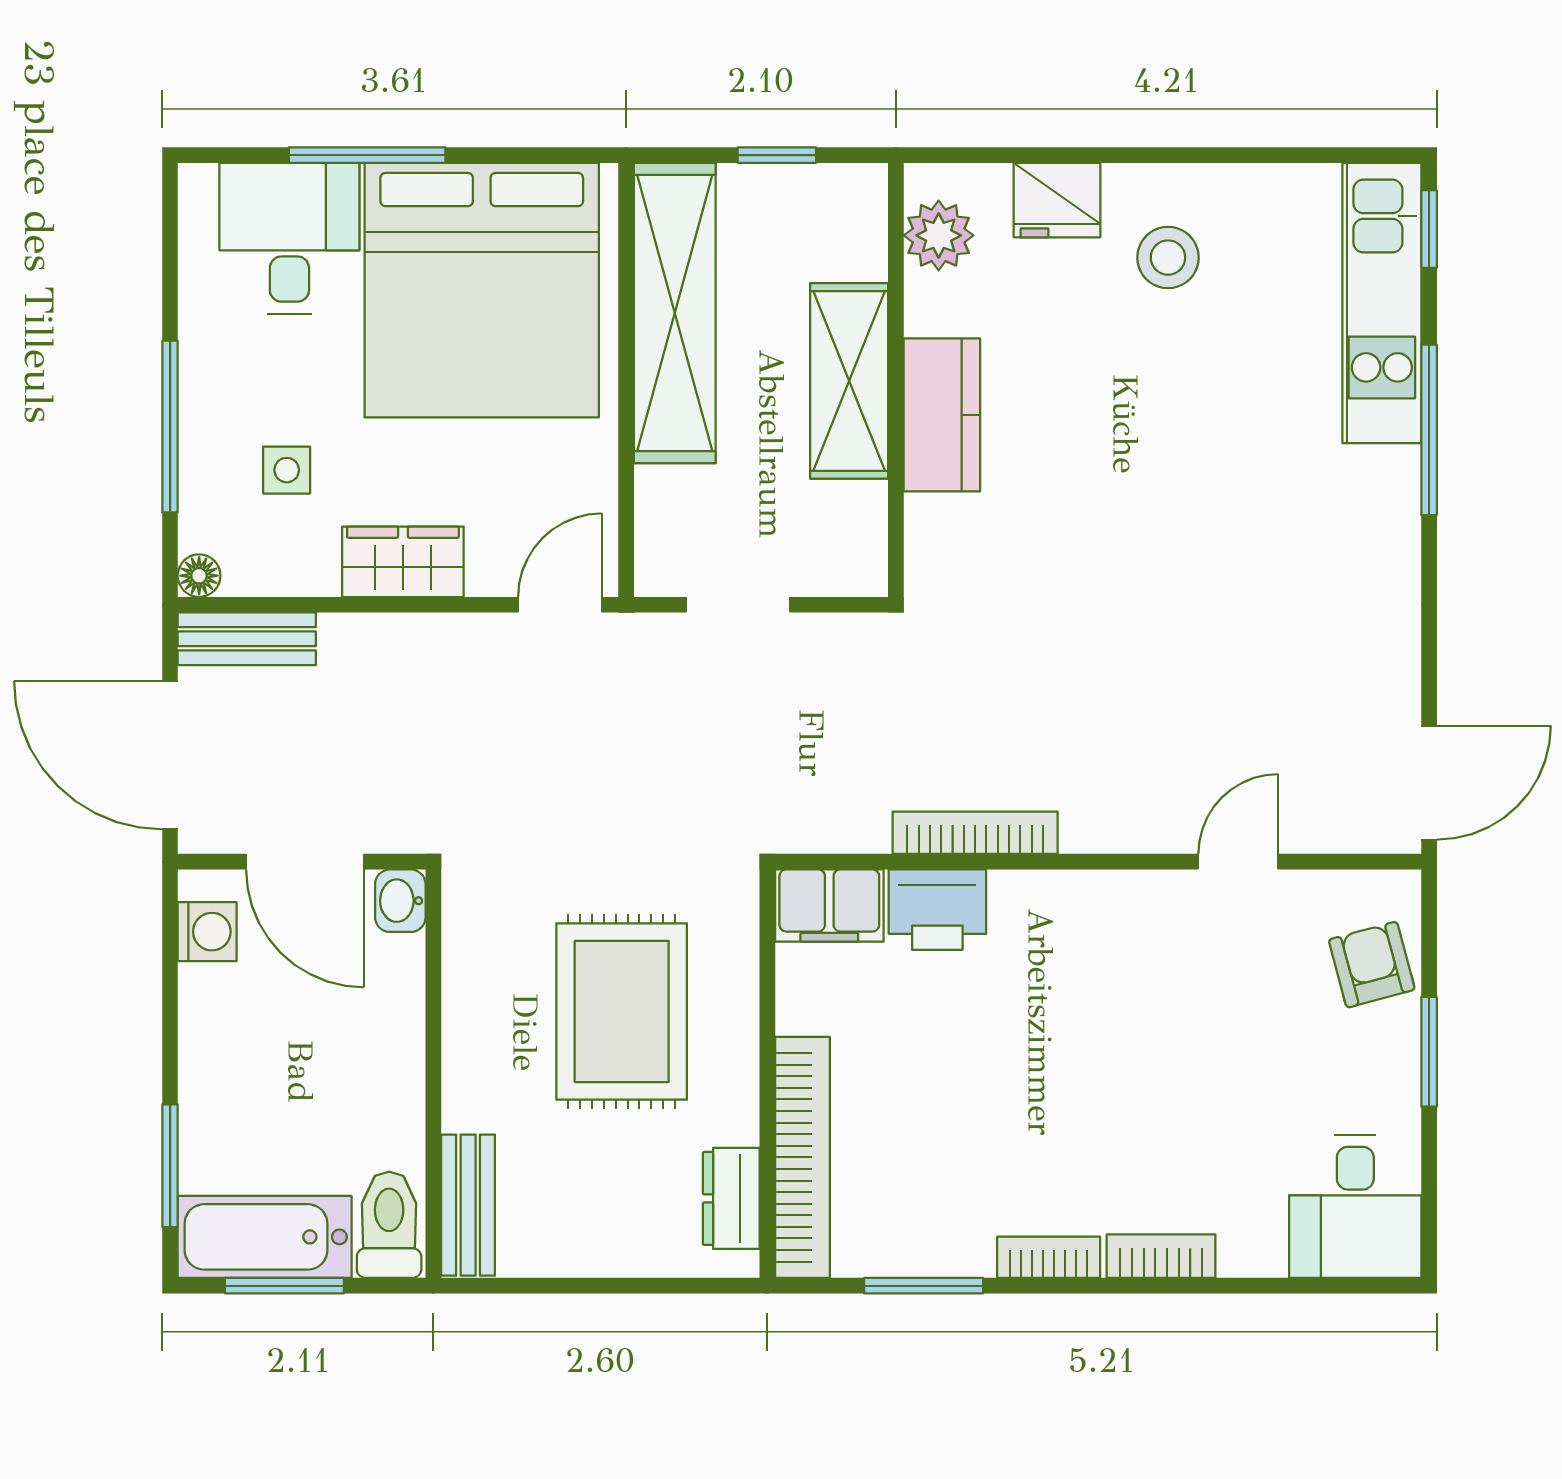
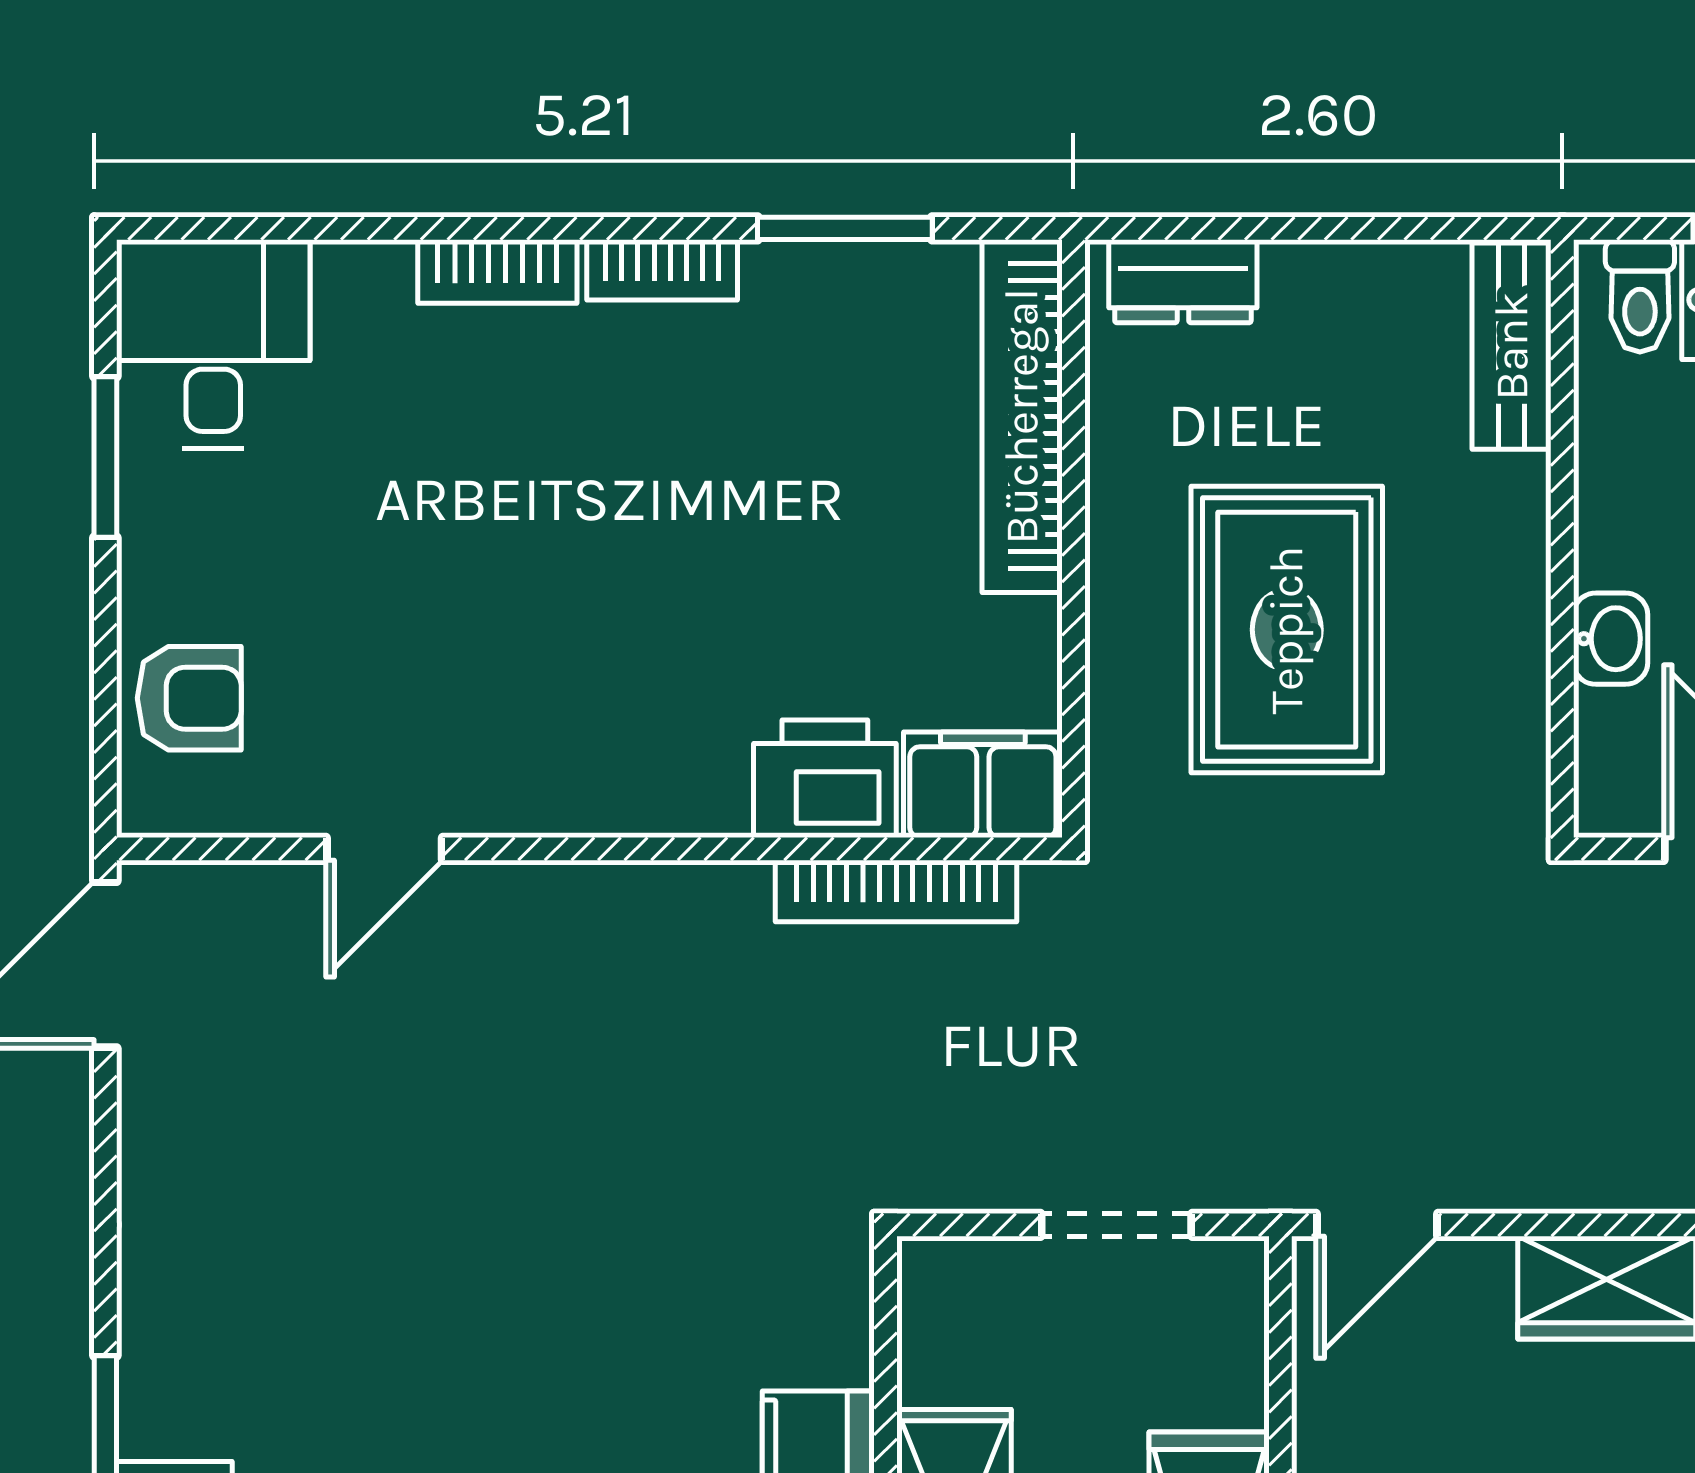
bookcase: (975, 833) -> (896, 891), moved
washbasin: (400, 901) -> (1611, 639), moved
armchair: (1372, 965) -> (189, 698), turned -75
window: (1429, 1052) -> (105, 457), moved
dresser: (731, 1198) -> (1183, 281), moved, turned 90
toilet: (389, 1225) -> (1640, 296), width x0.73, depth x0.72

